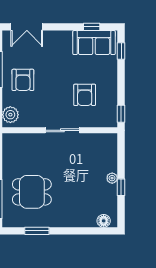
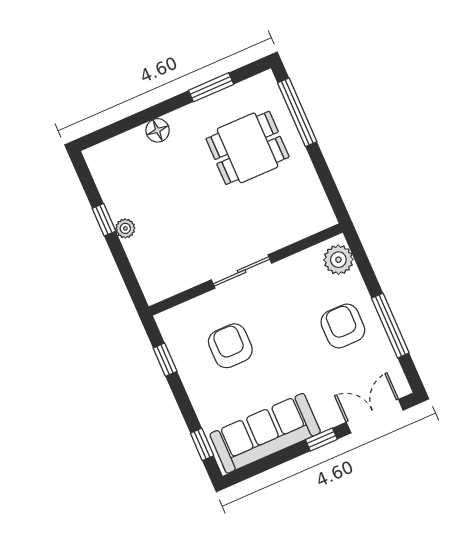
window: (92, 27) -> (321, 439), moved
sofa: (94, 43) -> (265, 433), width x1.36
window: (121, 114) -> (165, 360), moved
floor lamp: (104, 221) -> (158, 130), moved

